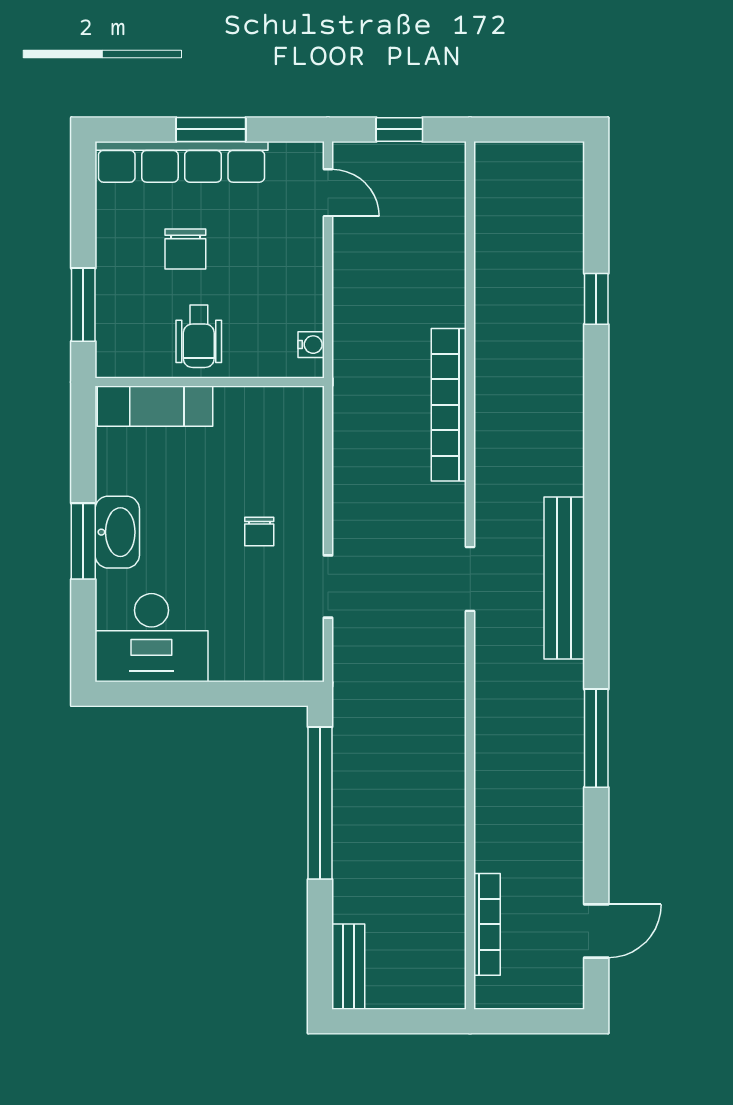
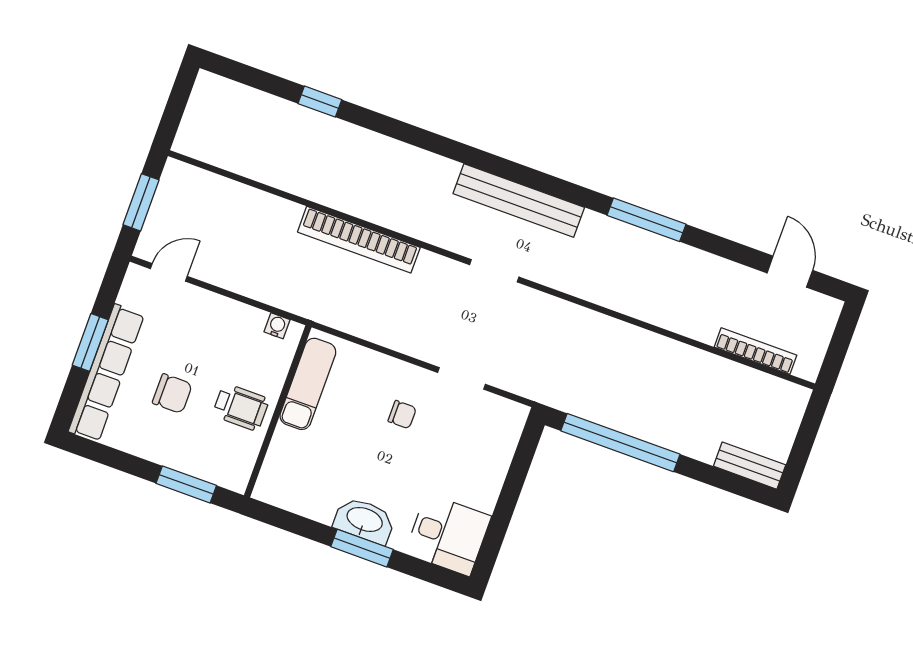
window: (399, 129) -> (141, 202), width x1.50
exam couch: (155, 406) -> (308, 384), moved
desk: (151, 638) -> (448, 535), width x0.73

